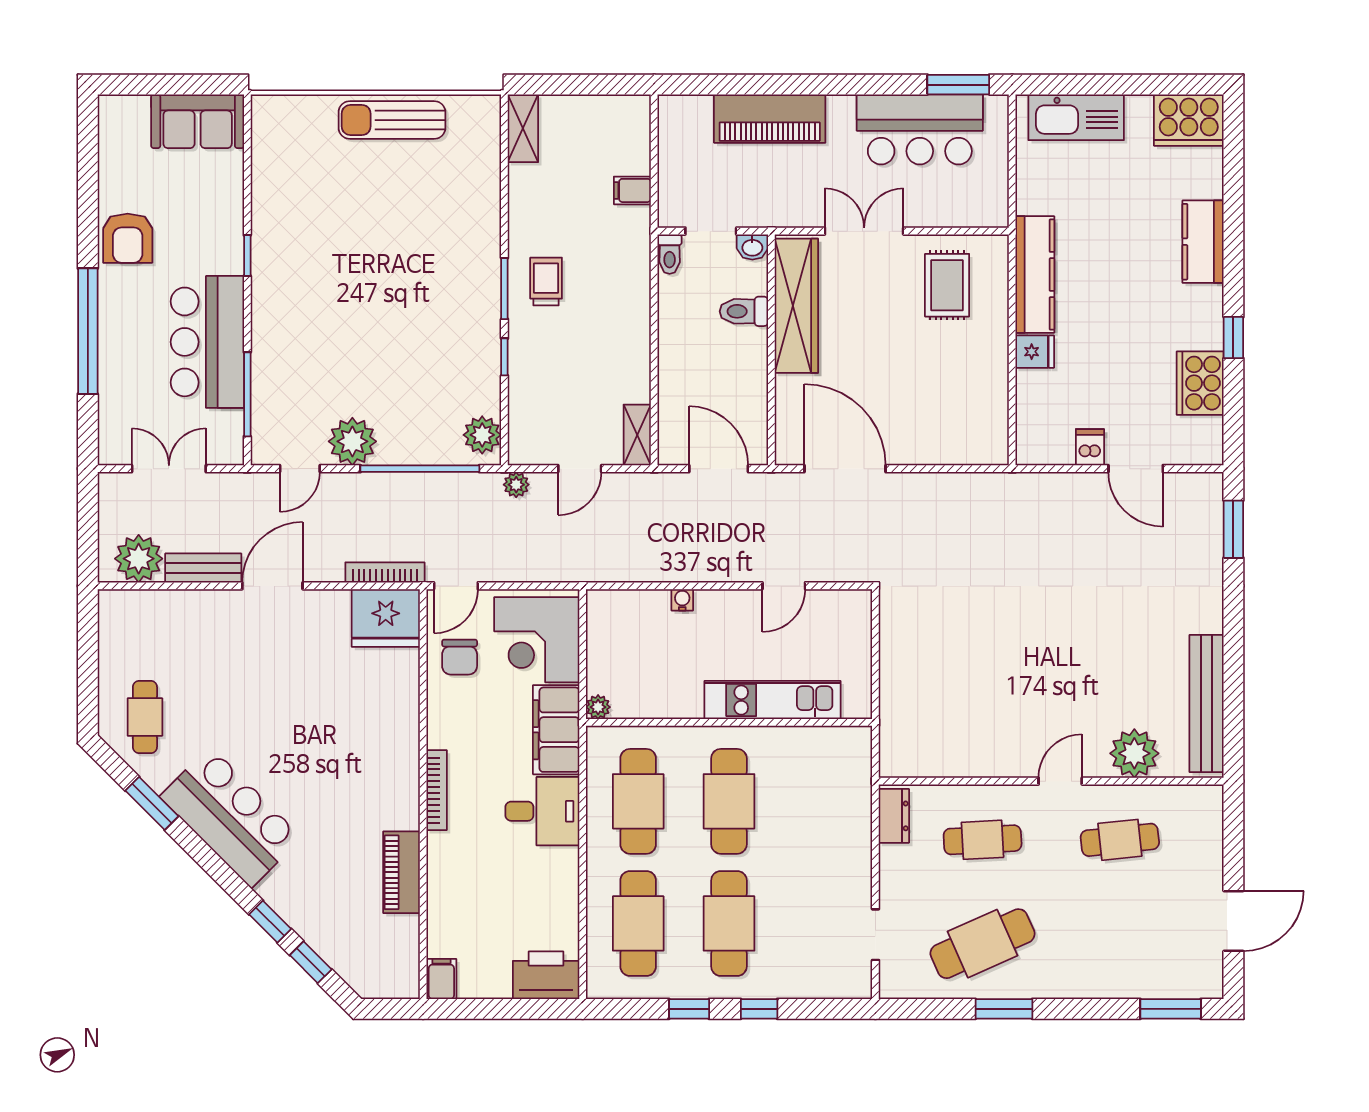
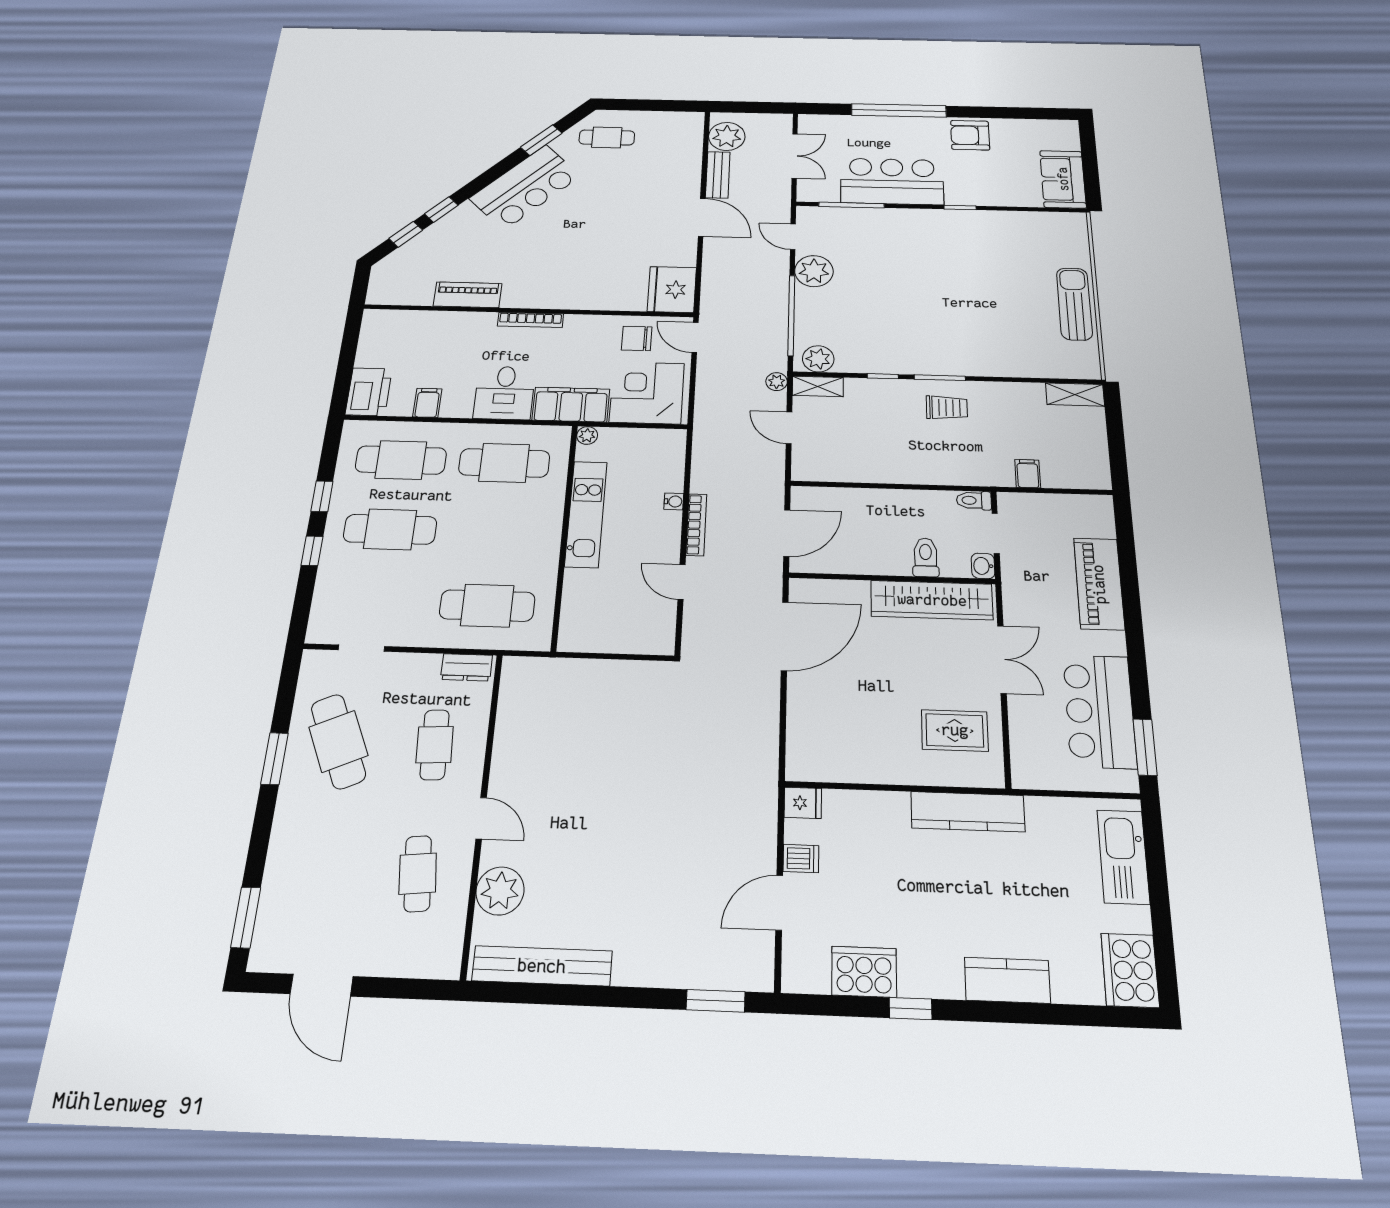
fridge: (1035, 352) -> (803, 803), moved, turned -90
shelving: (637, 435) -> (818, 386), moved
bookcase: (385, 572) -> (696, 525), moved
kitchen unit: (772, 700) -> (586, 514), moved
cafe table: (729, 801) -> (487, 606), moved
filing cabinet: (441, 979) -> (427, 403), moved, turned -90

